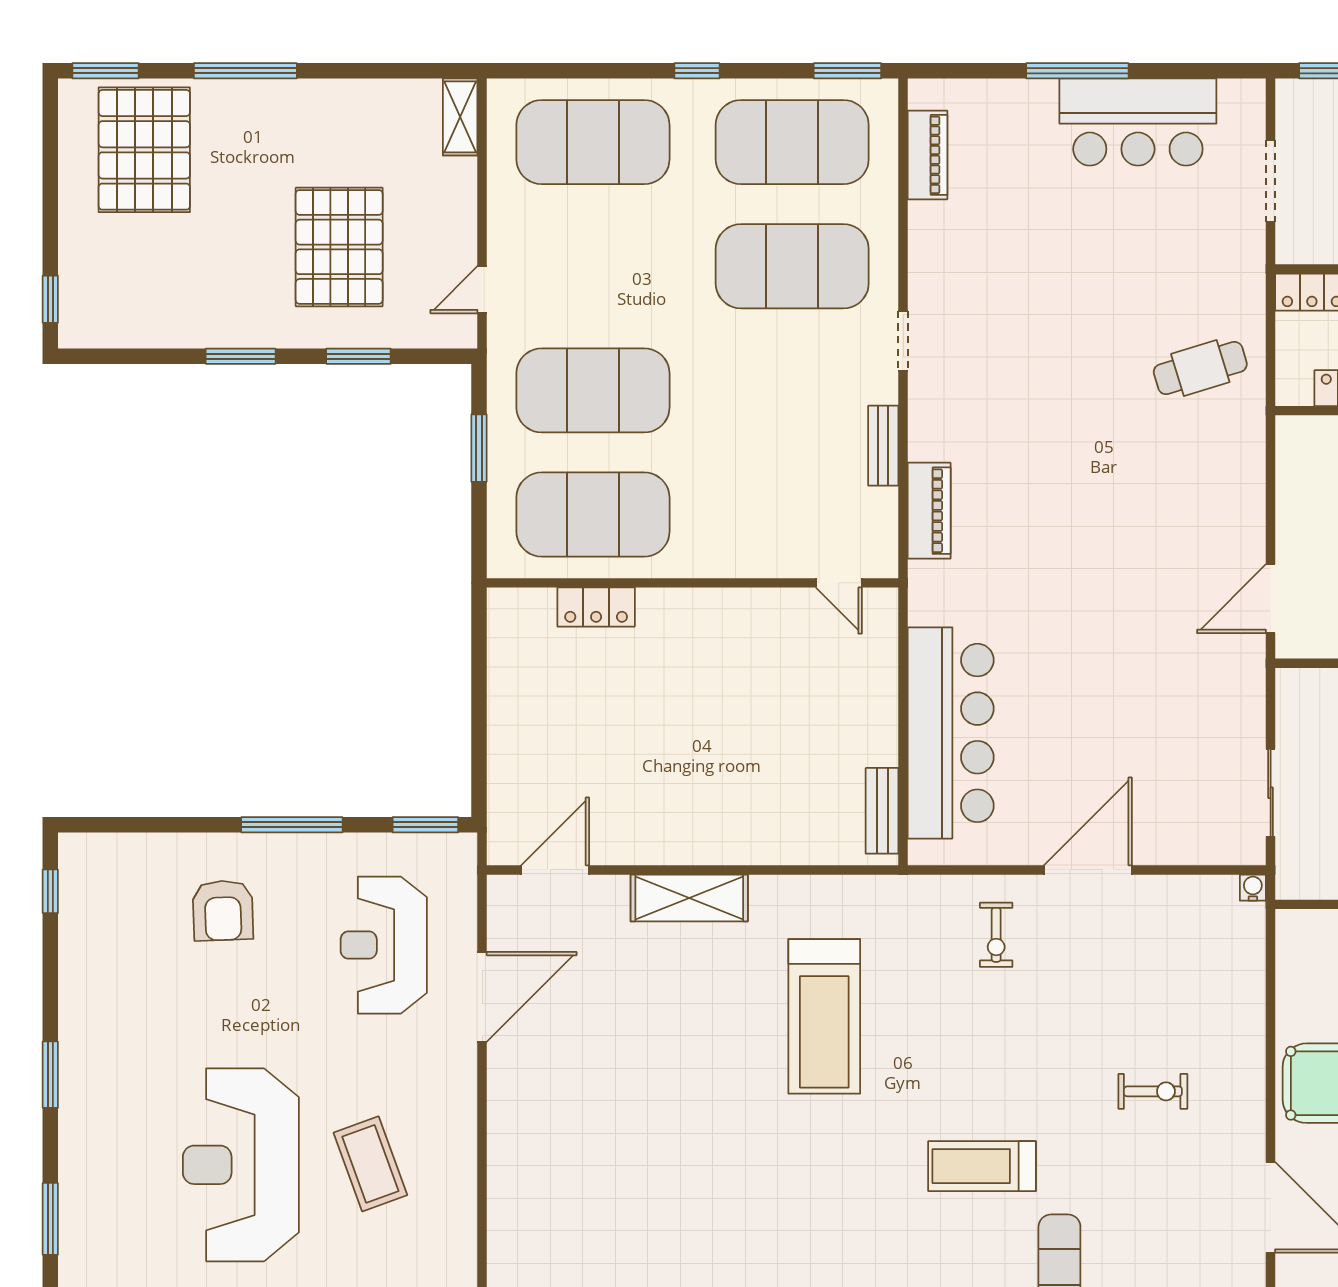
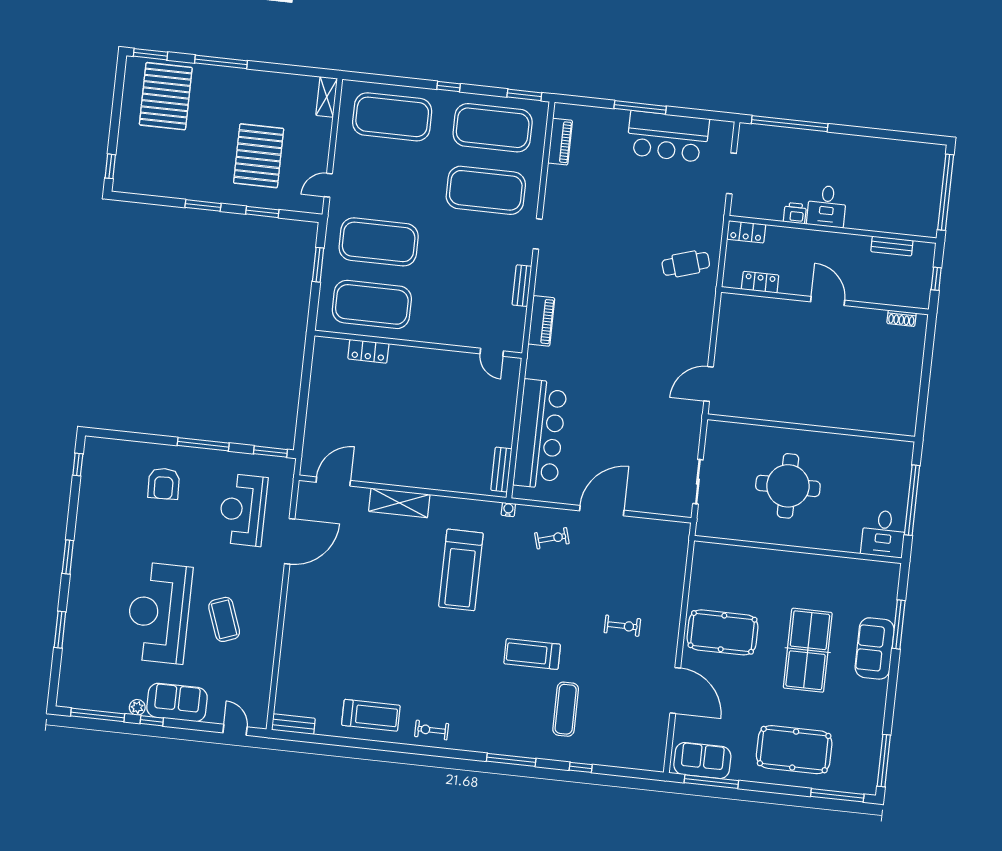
water cooler: (1253, 888) -> (508, 509), moved
exercise bike: (996, 935) -> (552, 538), turned -106

